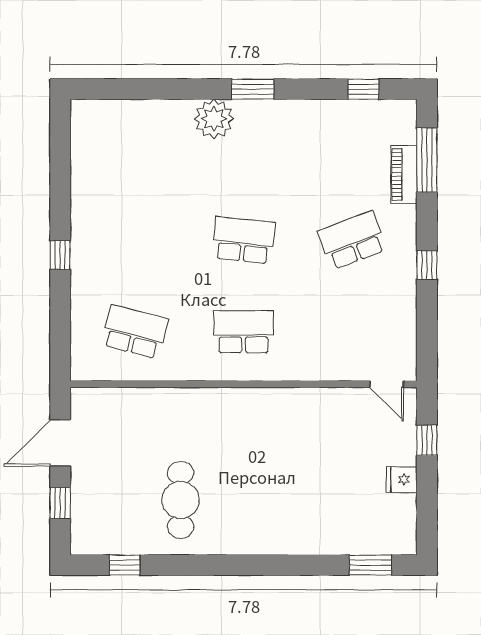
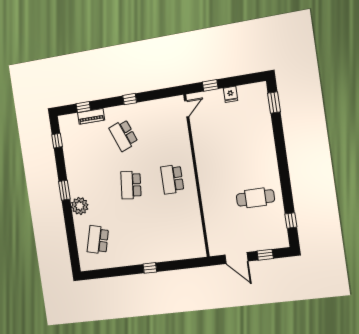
window: (427, 160) -> (83, 107), width x0.46
school desk: (135, 332) -> (98, 240), moved

